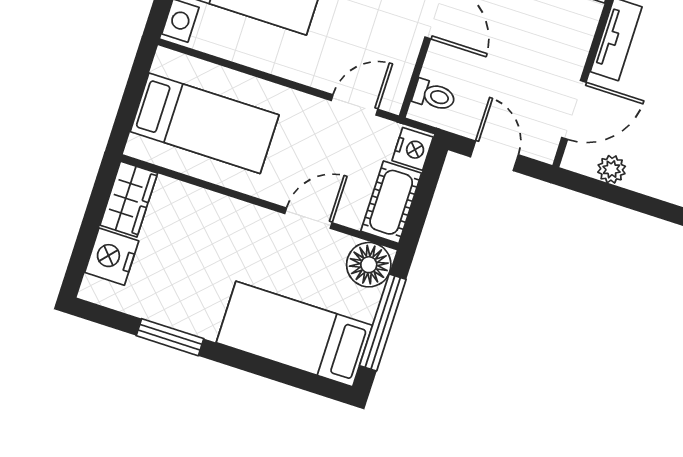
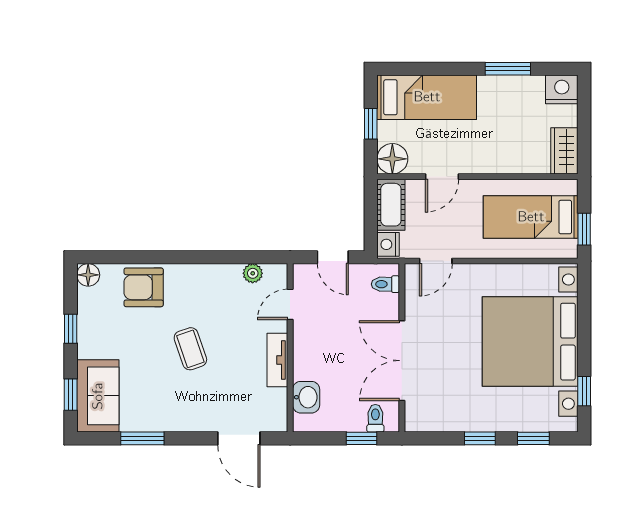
window: (136, 83) -> (584, 229), added
door: (574, 110) -> (290, 304), width x0.73
nightstand: (112, 257) -> (562, 89), moved, turned -90
window: (383, 322) -> (371, 124), width x0.46

